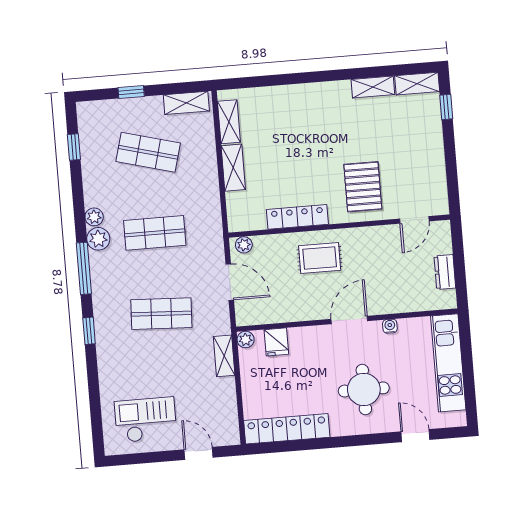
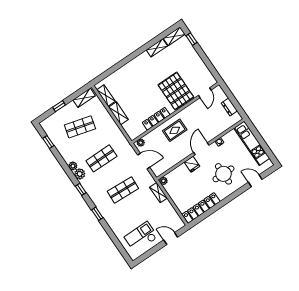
pallet: (363, 187) -> (176, 91), width x1.37, depth x1.41
window: (84, 268) -> (81, 189), width x0.46
fridge: (276, 342) -> (192, 164), moved

